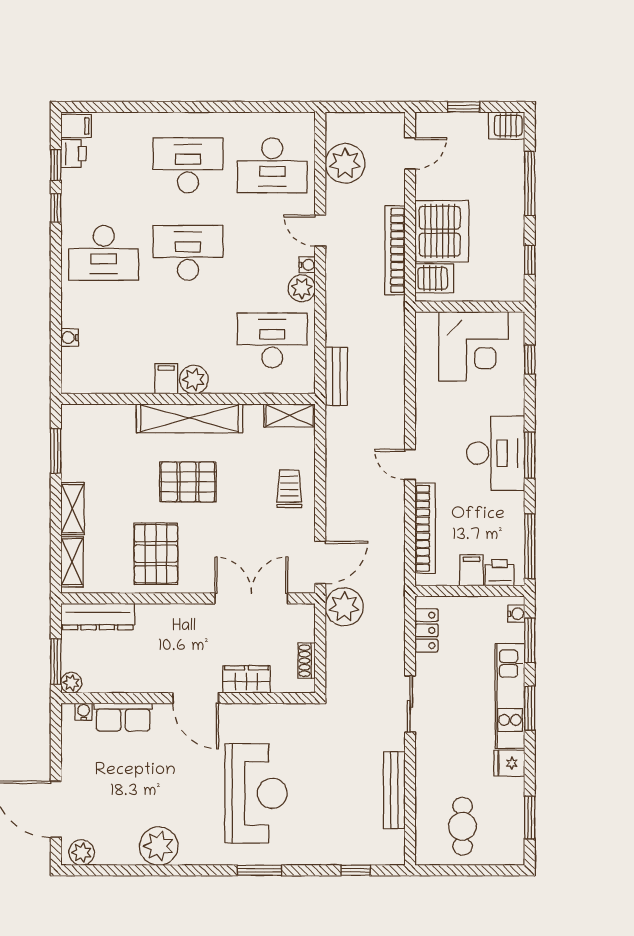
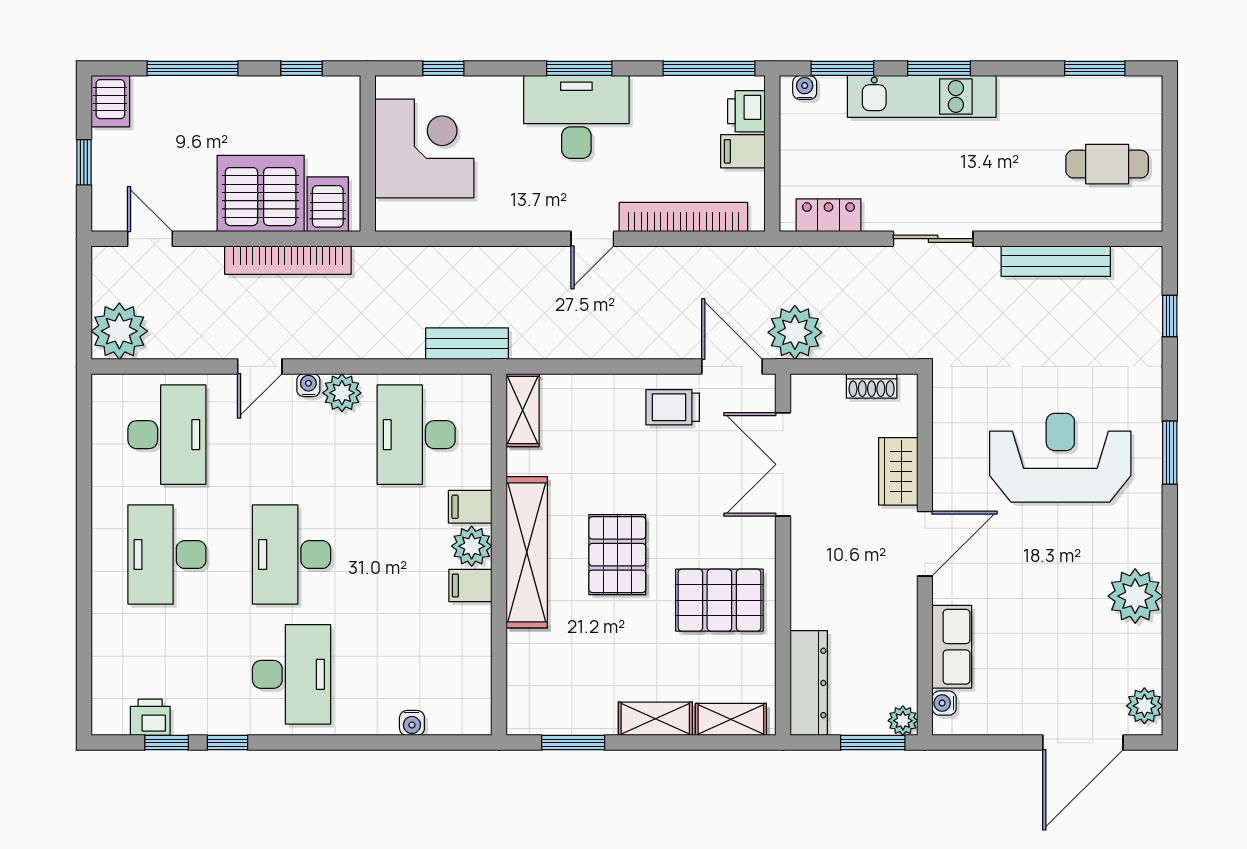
filing cabinet: (76, 126) -> (470, 507), moved, turned -90
plant: (345, 163) -> (119, 331), moved
trolley: (289, 489) -> (673, 407), moved
fridge: (509, 763) -> (1017, 97), removed

